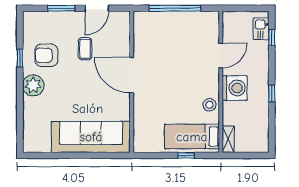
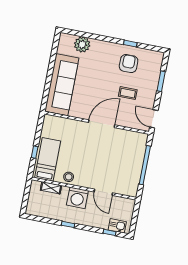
door: (97, 8) -> (154, 119), moved
plant: (33, 85) -> (82, 45), moved
shelving: (228, 139) -> (51, 188), moved

